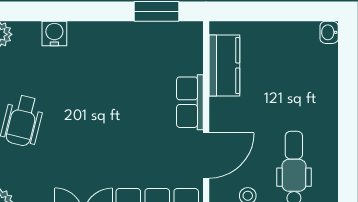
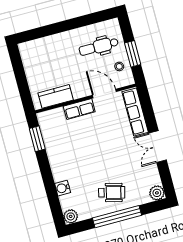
washbasin: (329, 32) -> (24, 47), removed

